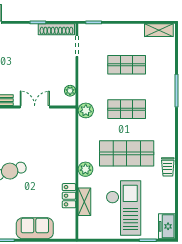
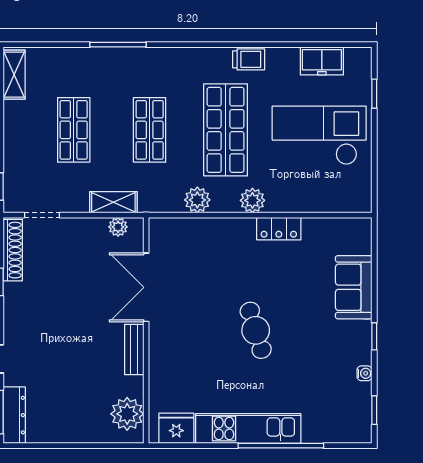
double door: (35, 107) -> (146, 287), width x1.37
plant: (86, 110) -> (197, 200), moved
locker: (69, 196) -> (279, 229), moved
shelving: (84, 202) -> (113, 202), moved
freezer: (167, 226) -> (322, 61), moved

